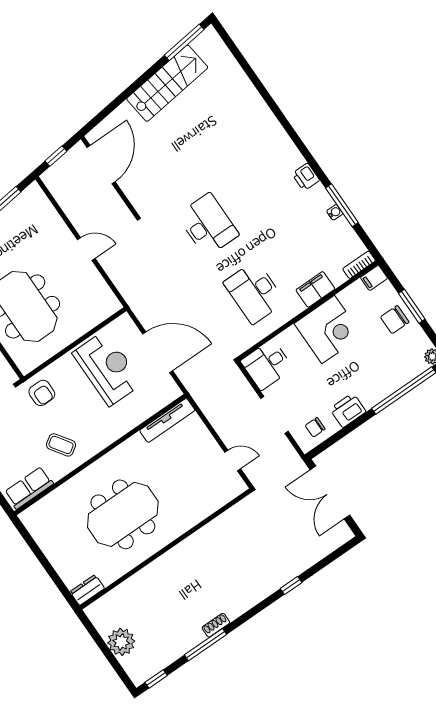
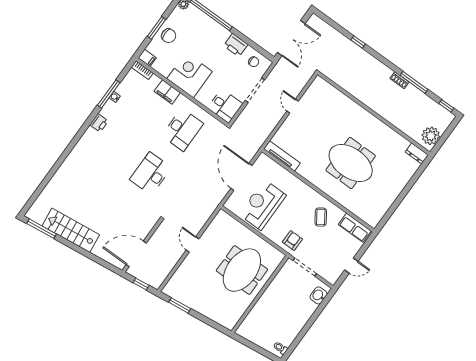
wall: (166, 549) -> (374, 113), moved
dresser: (87, 590) -> (417, 153), moved

